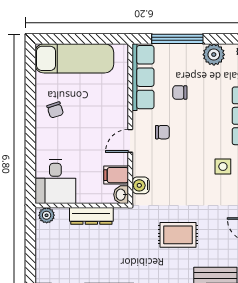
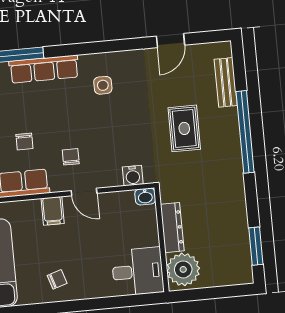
filing cabinet: (116, 175) -> (53, 211), moved
plant: (47, 215) -> (183, 269), width x1.88, depth x1.88

